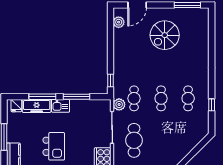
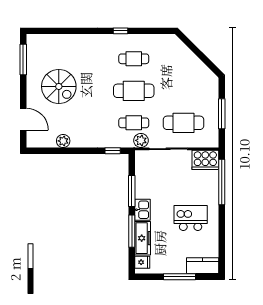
plant: (119, 22) -> (63, 141), moved
cafe table: (161, 98) -> (134, 91), width x1.37, depth x1.35
window: (212, 105) -> (120, 31), moved

